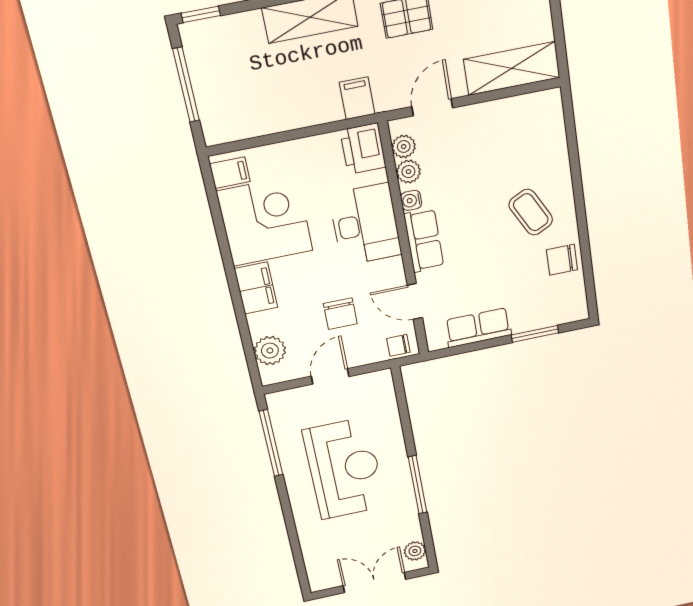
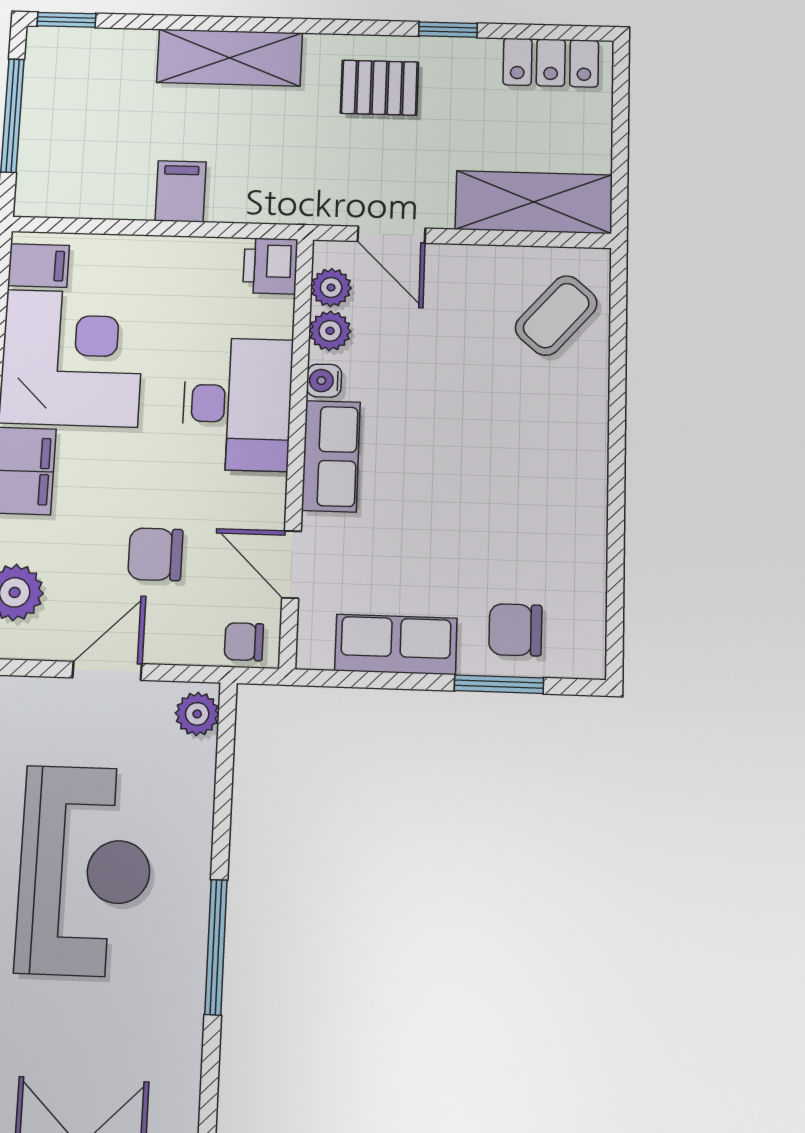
filing cabinet: (357, 98) -> (181, 191), moved
door: (432, 107) -> (391, 235), swing flipped
printer: (363, 149) -> (270, 266), width x0.73, depth x0.81
coffee table: (531, 212) -> (556, 316), moved, turned 68
chair: (562, 260) -> (515, 630), moved
chair: (340, 314) -> (155, 554), turned 90
plant: (415, 551) -> (197, 714), moved

